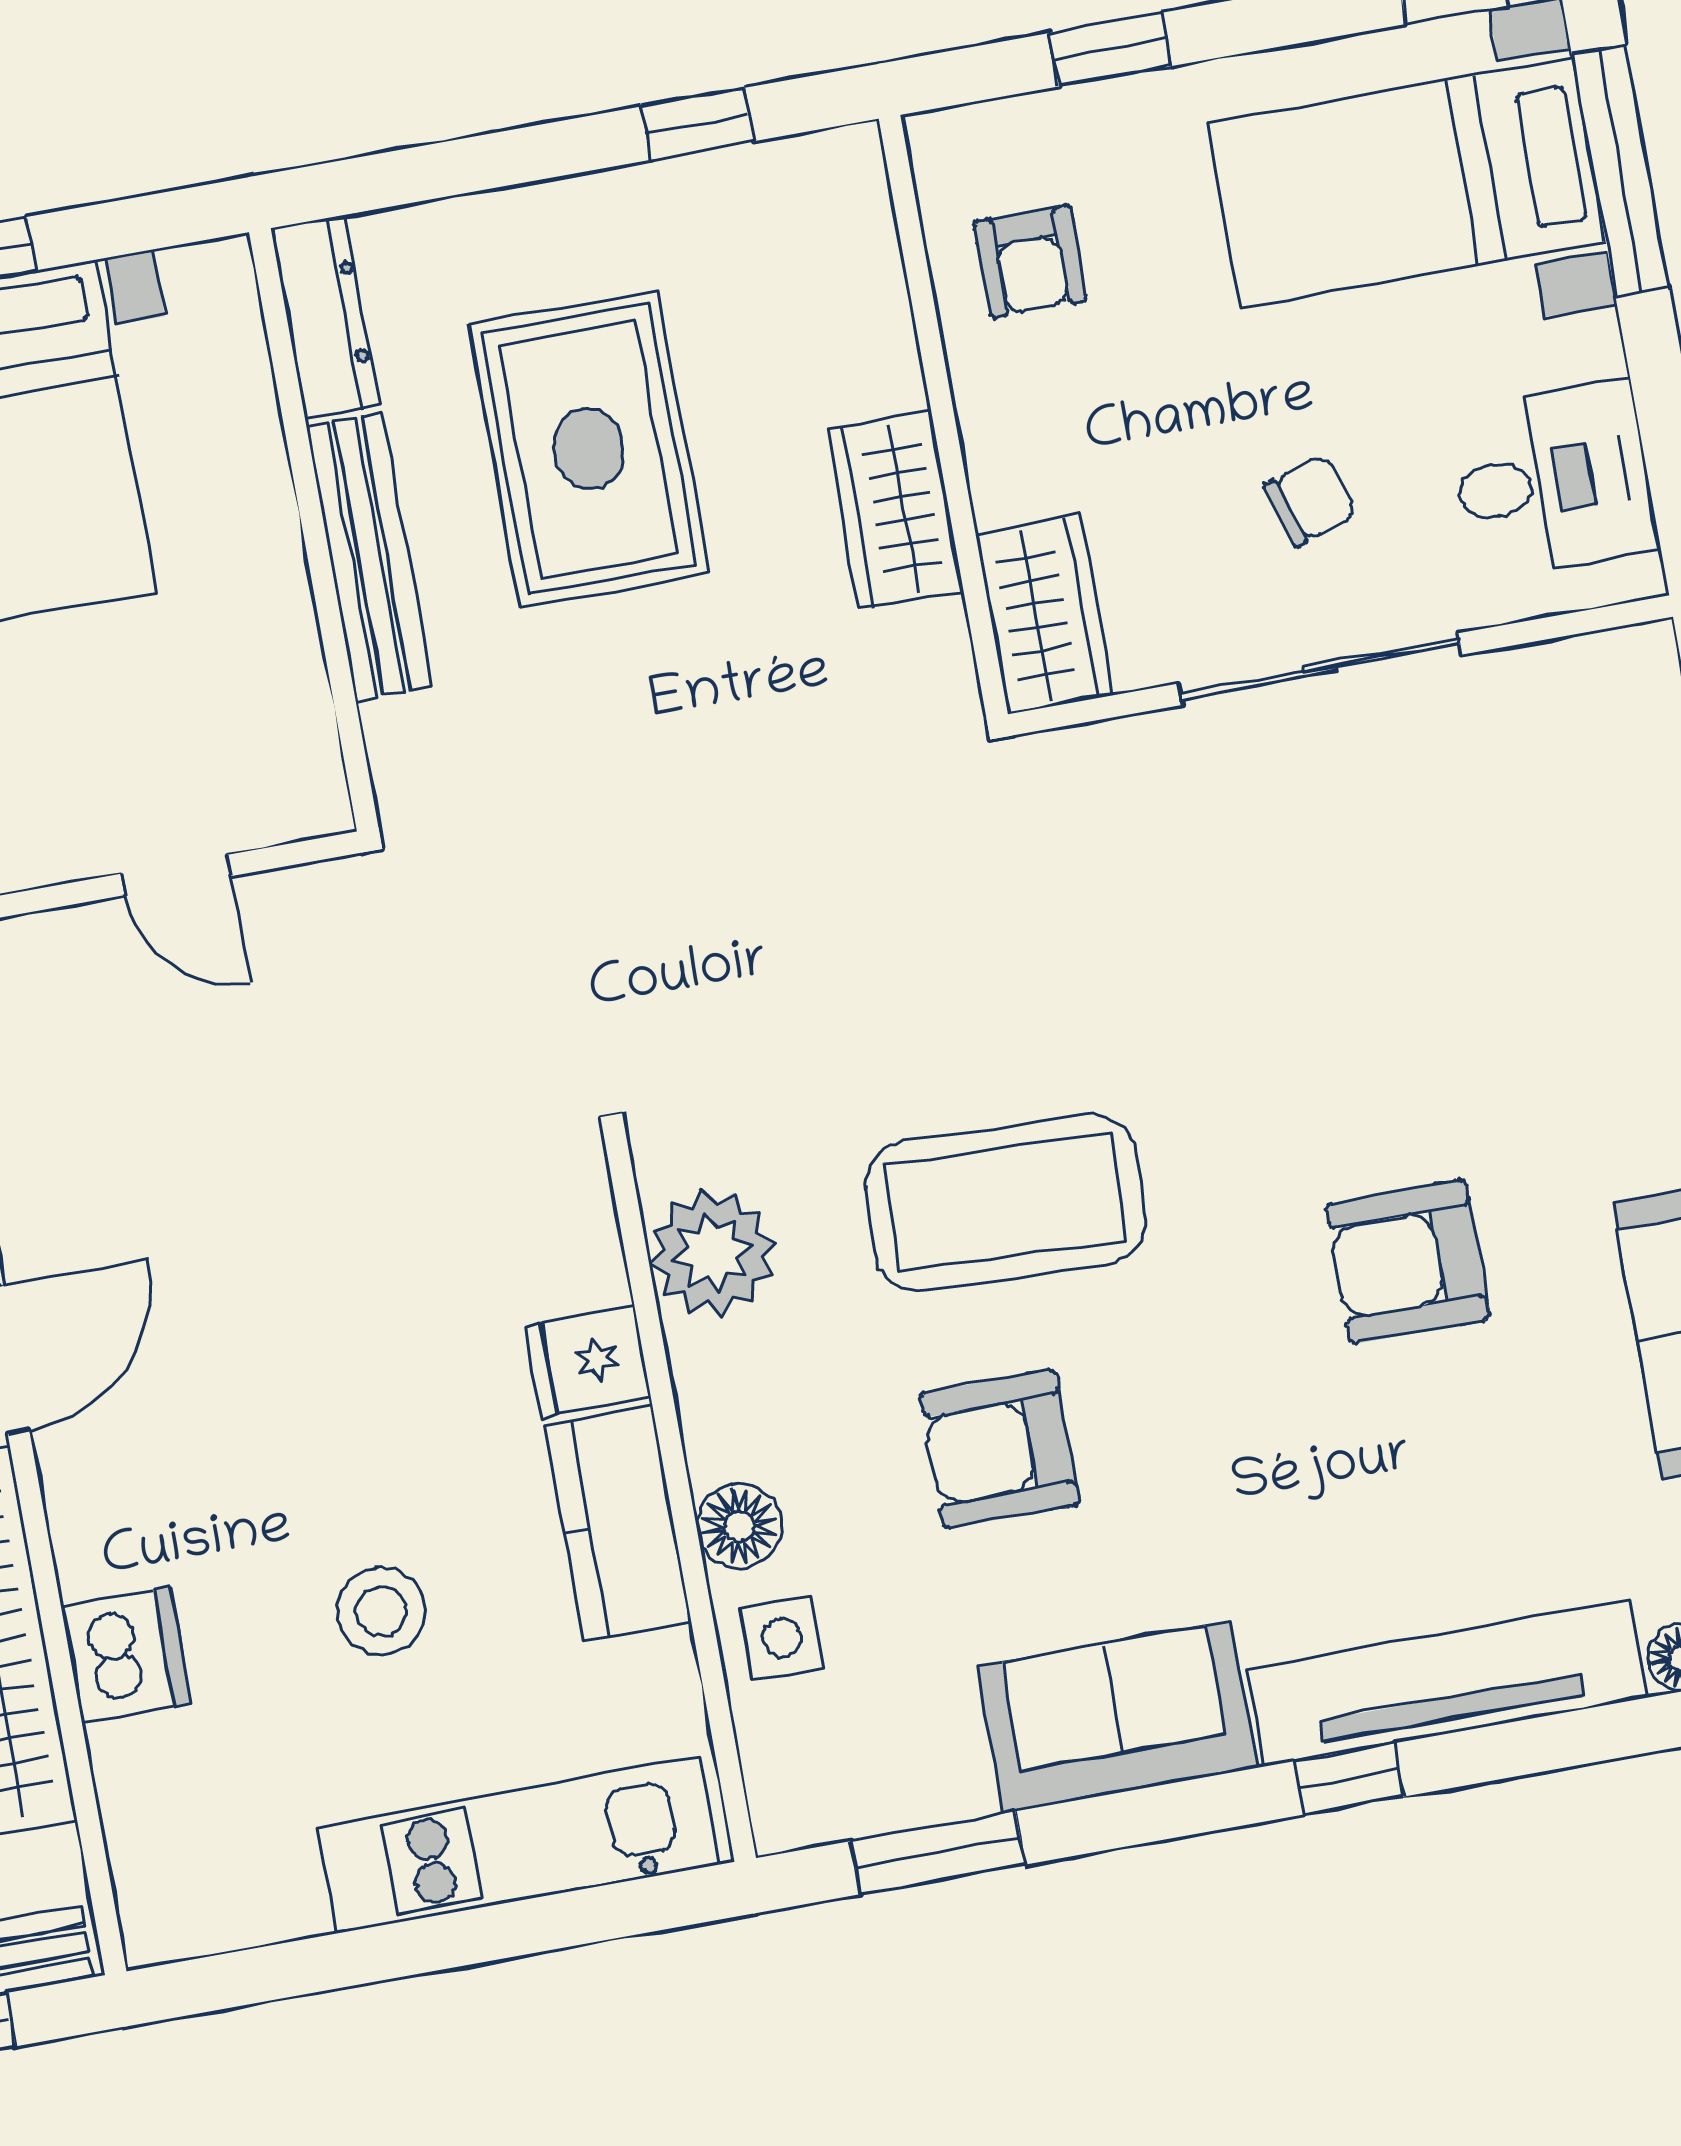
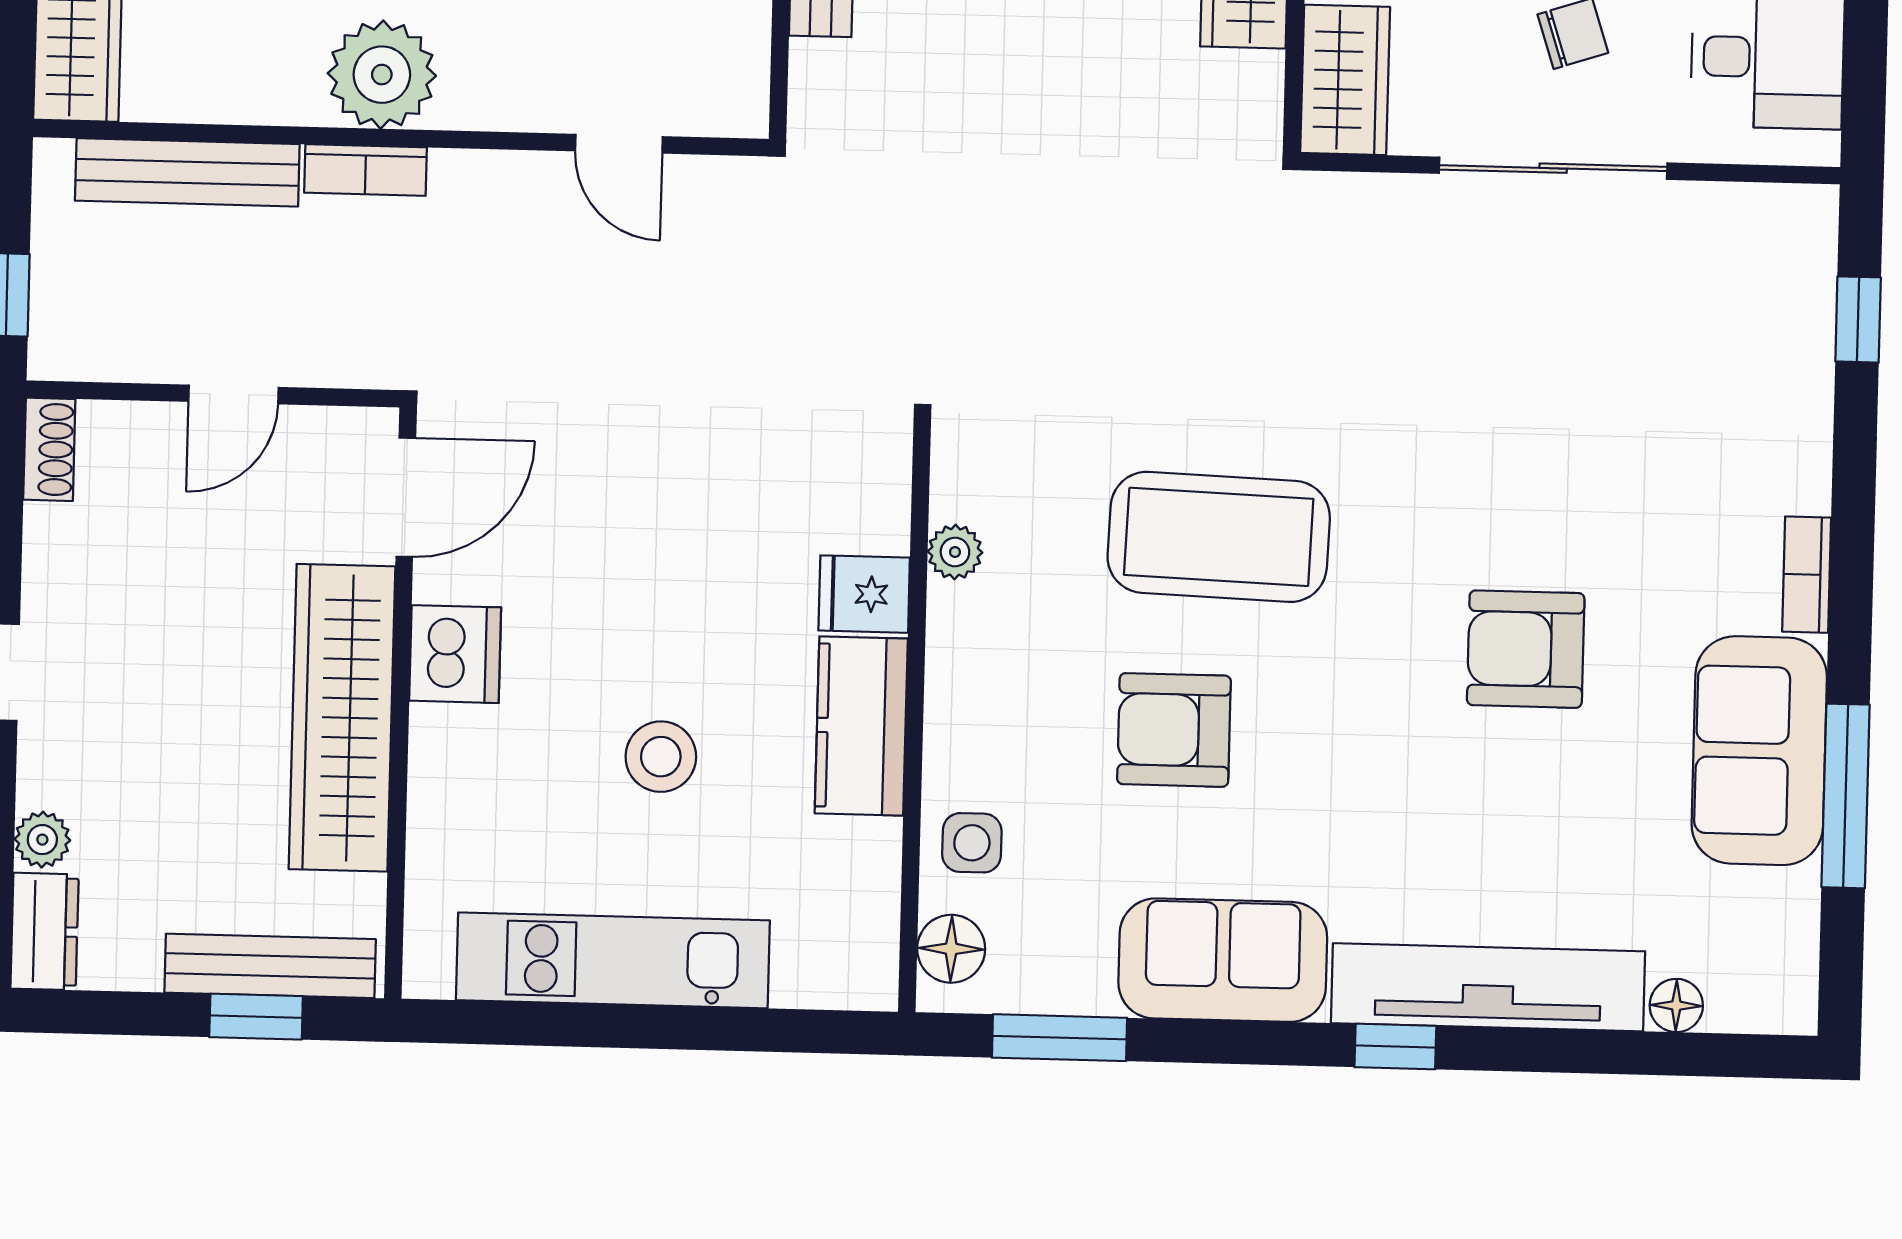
plant: (712, 1253) -> (955, 552), width x0.53, depth x0.53
floor lamp: (739, 1526) -> (951, 949), moved
dishwasher: (126, 1655) -> (455, 654), moved
kitchen unit: (519, 1845) -> (613, 960), moved

